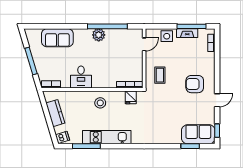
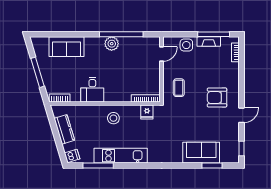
sofa: (198, 134) -> (201, 153), moved

